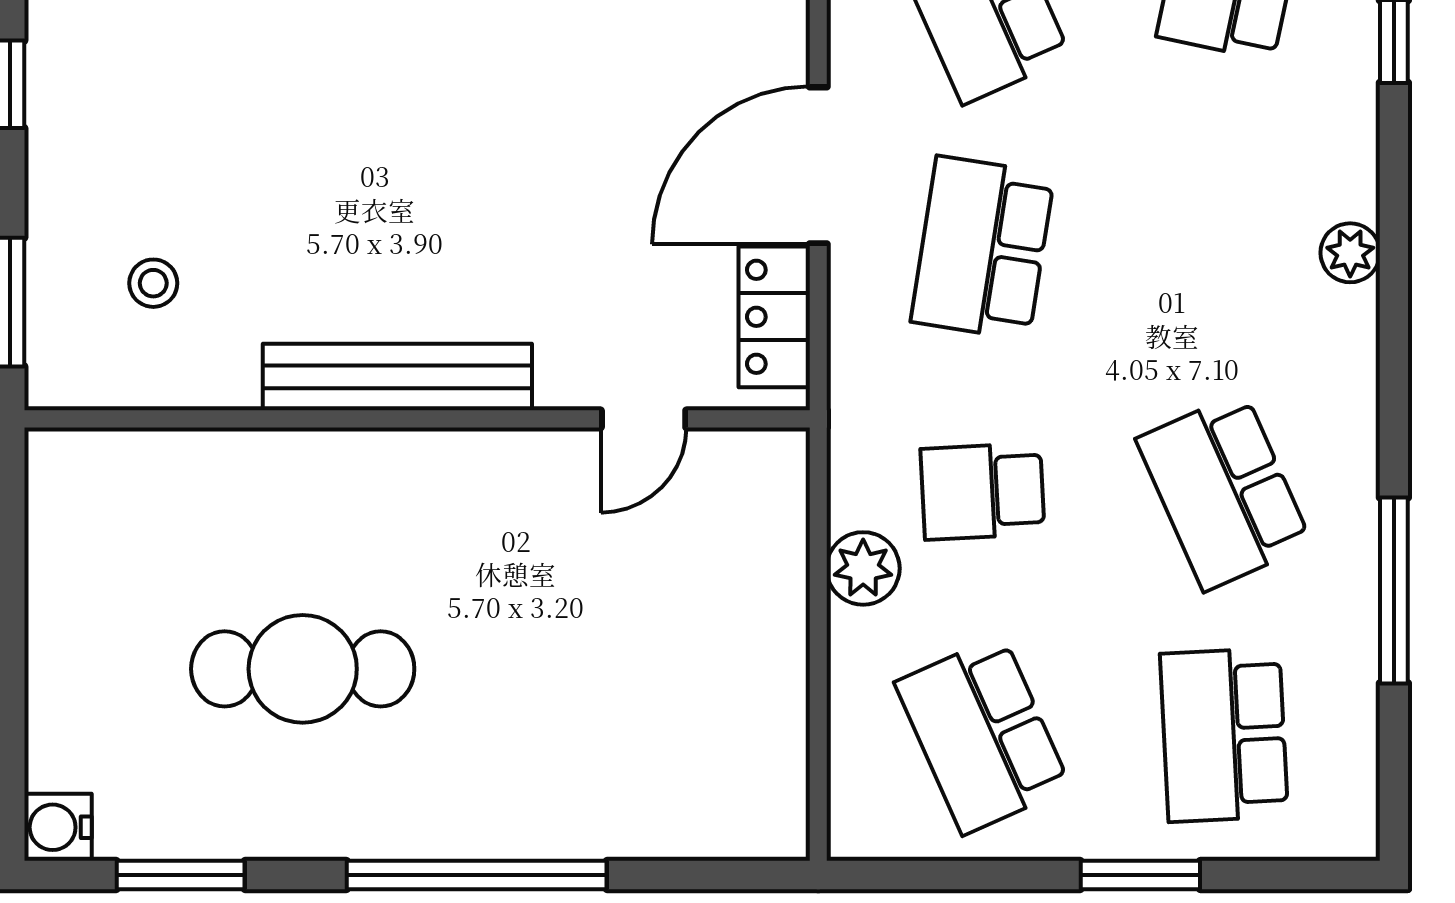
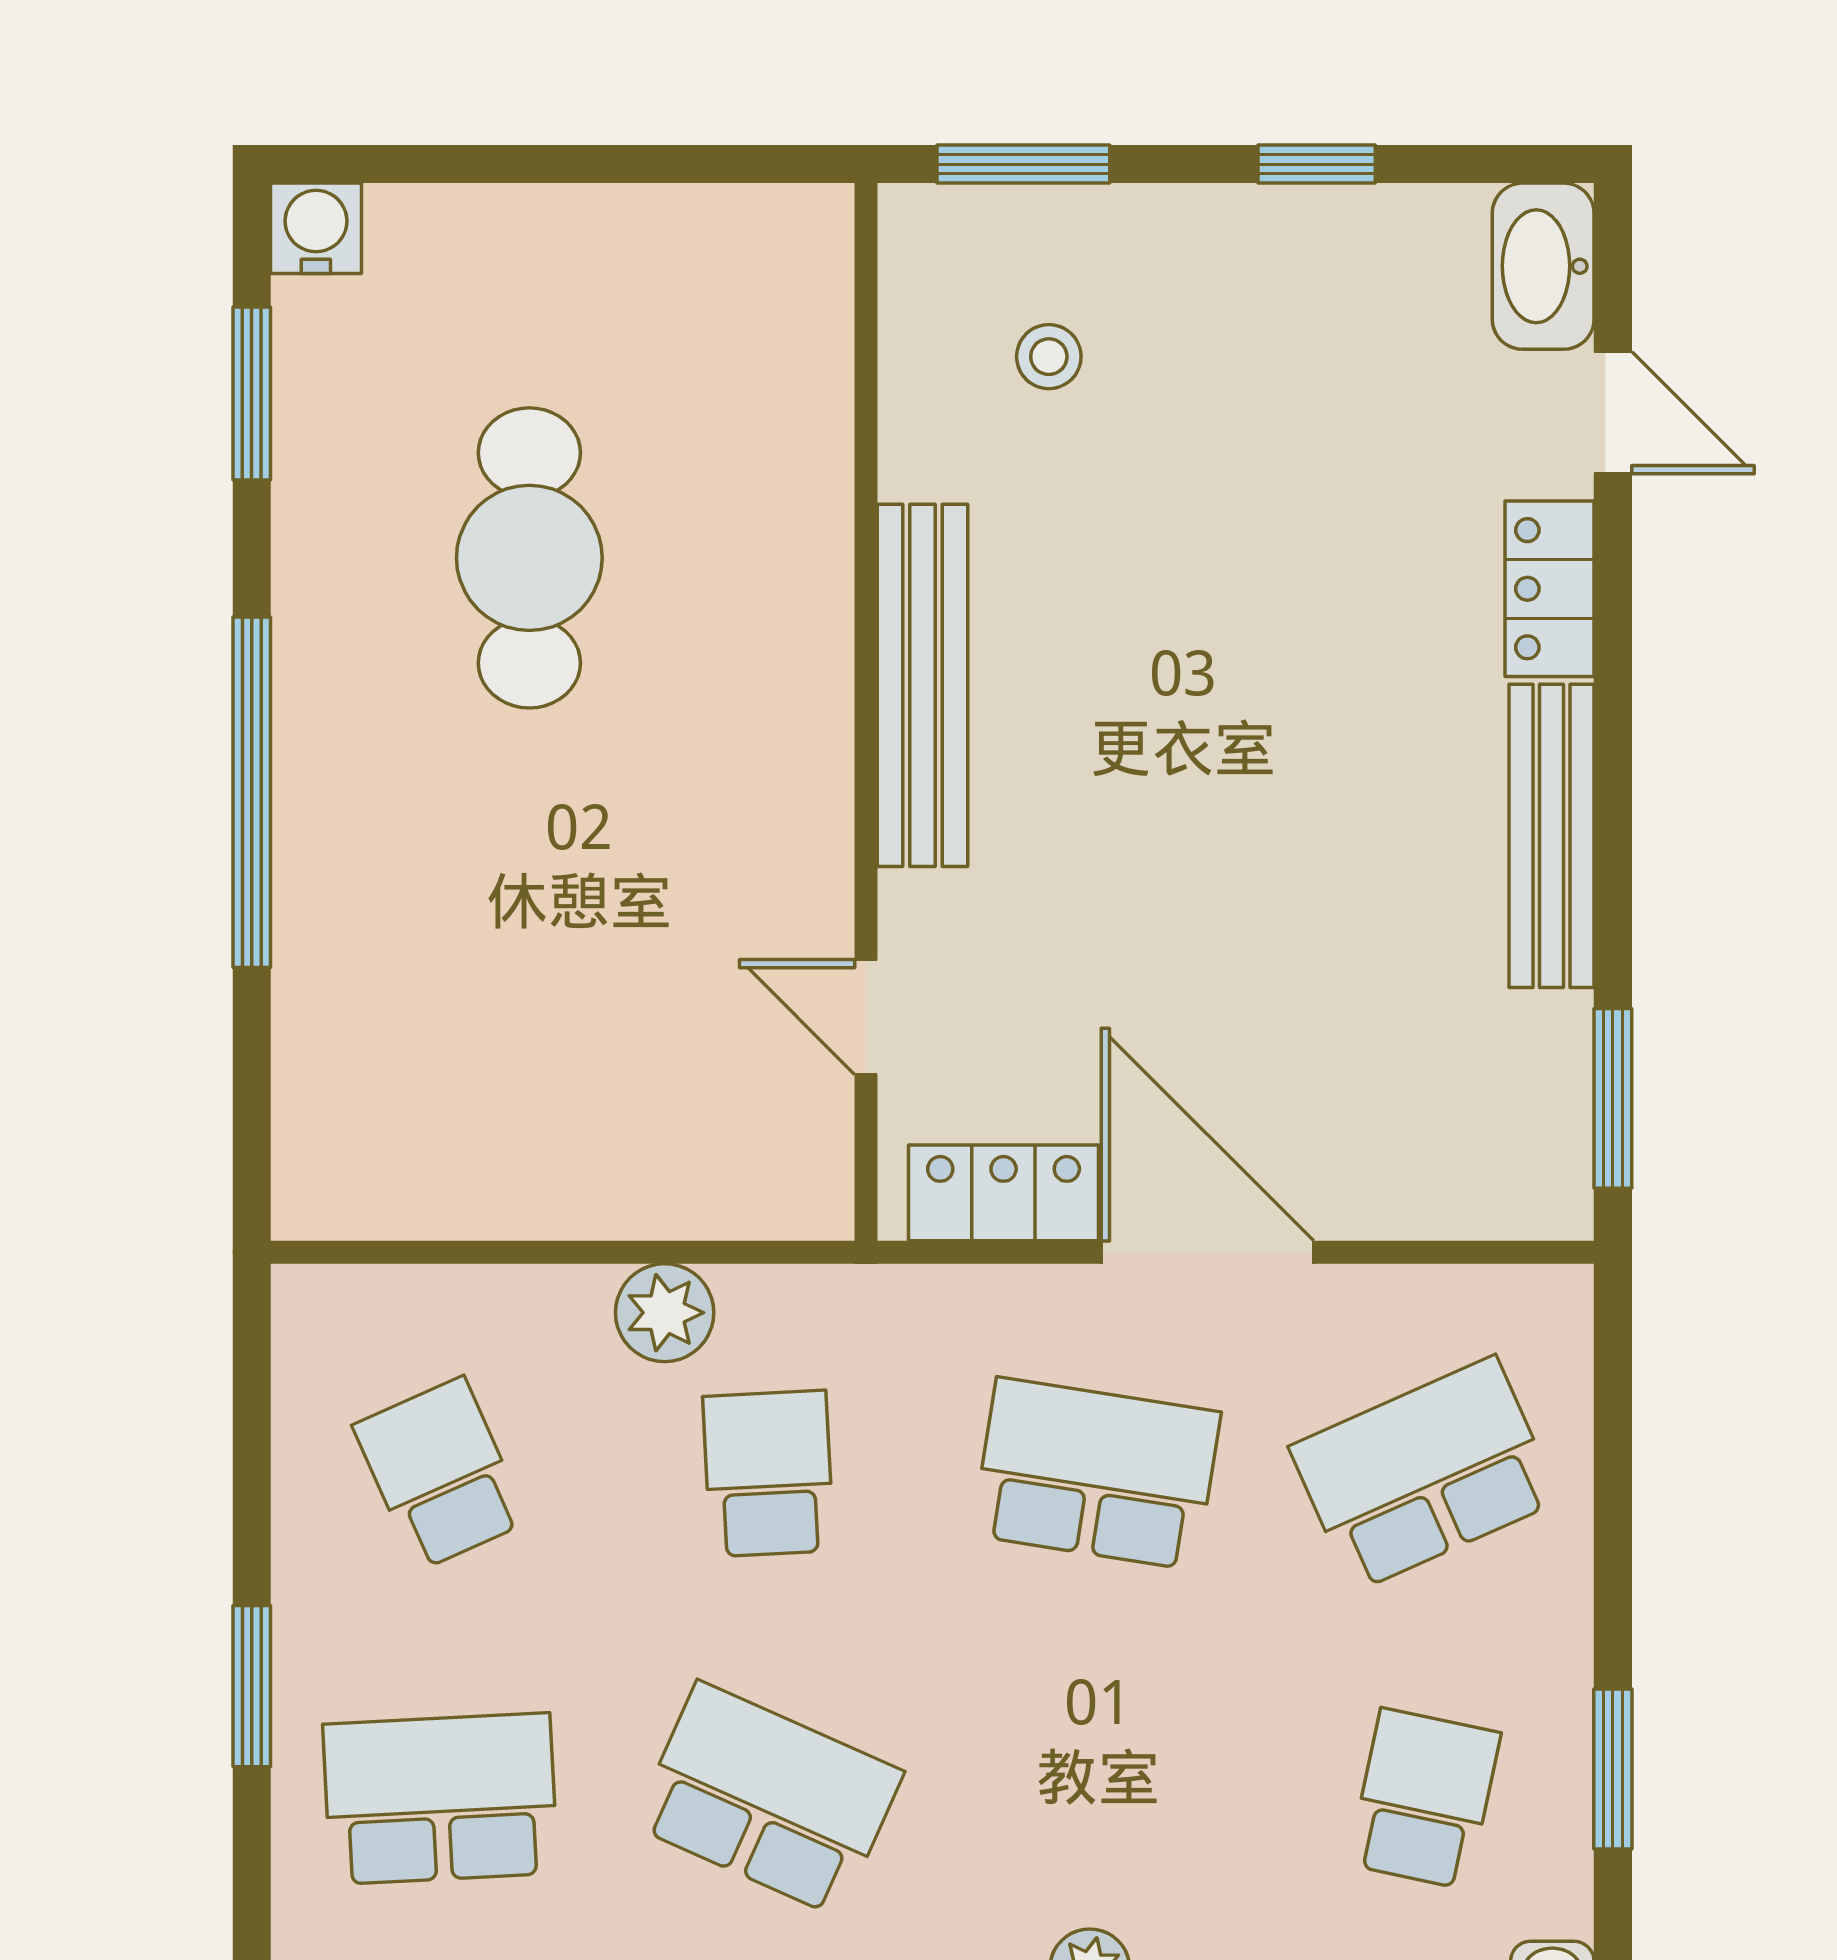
school desk: (1224, 491) -> (768, 1799), turned 48
school desk: (983, 735) -> (440, 1474), width x0.54

